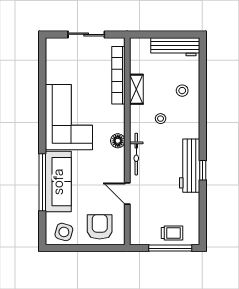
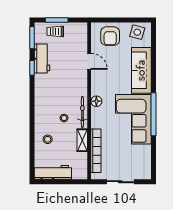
bicycle: (136, 154) -> (82, 112), moved
workbench: (190, 166) -> (42, 59), moved, width x0.73
window: (203, 170) -> (32, 68), moved
window: (42, 182) -> (154, 114), moved
window: (203, 225) -> (32, 38), added
window: (170, 248) -> (57, 20), width x0.69

